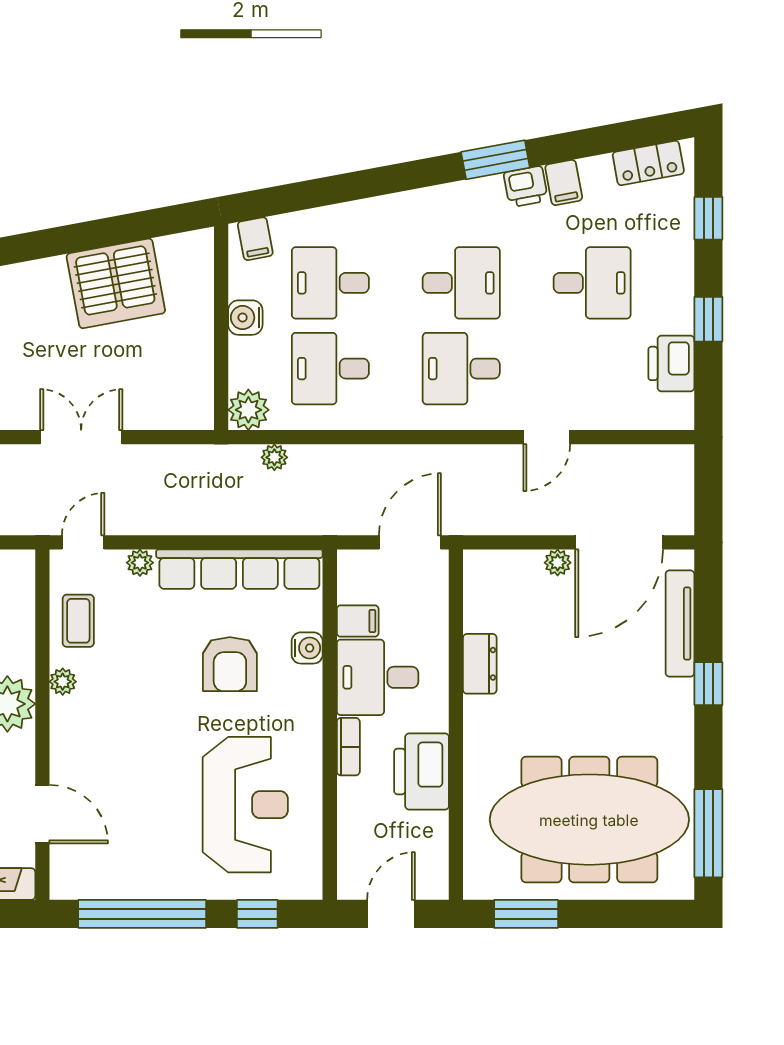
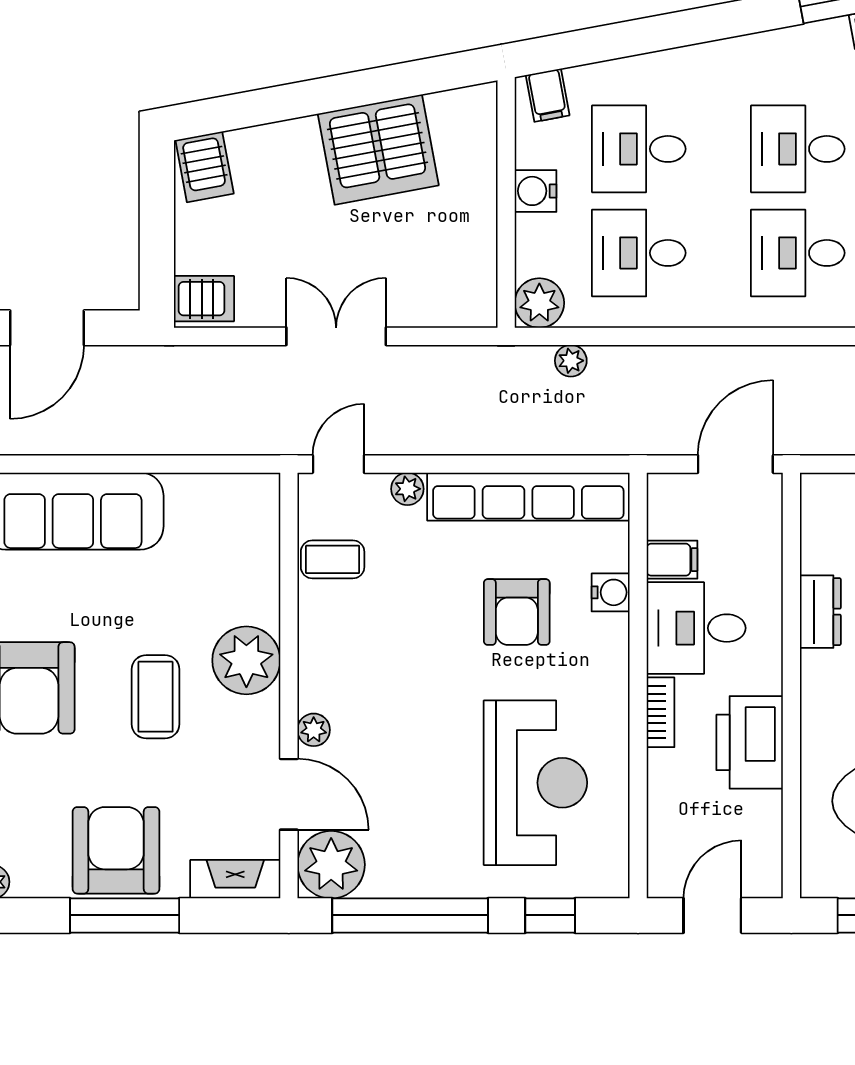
desk: (461, 283) -> (798, 149), turned 180
coffee table: (78, 621) -> (333, 559), turned 90
plant: (63, 682) -> (314, 730), moved
plant: (77, 872) -> (331, 865), added

